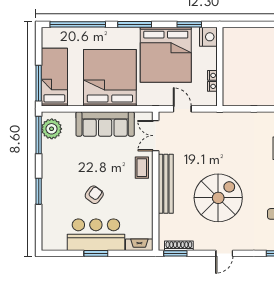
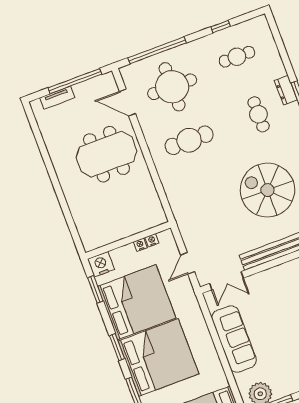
window: (135, 24) -> (117, 347), width x0.69
bed: (110, 78) -> (158, 358), moved, turned 180
coffee table: (142, 168) -> (266, 283), removed

